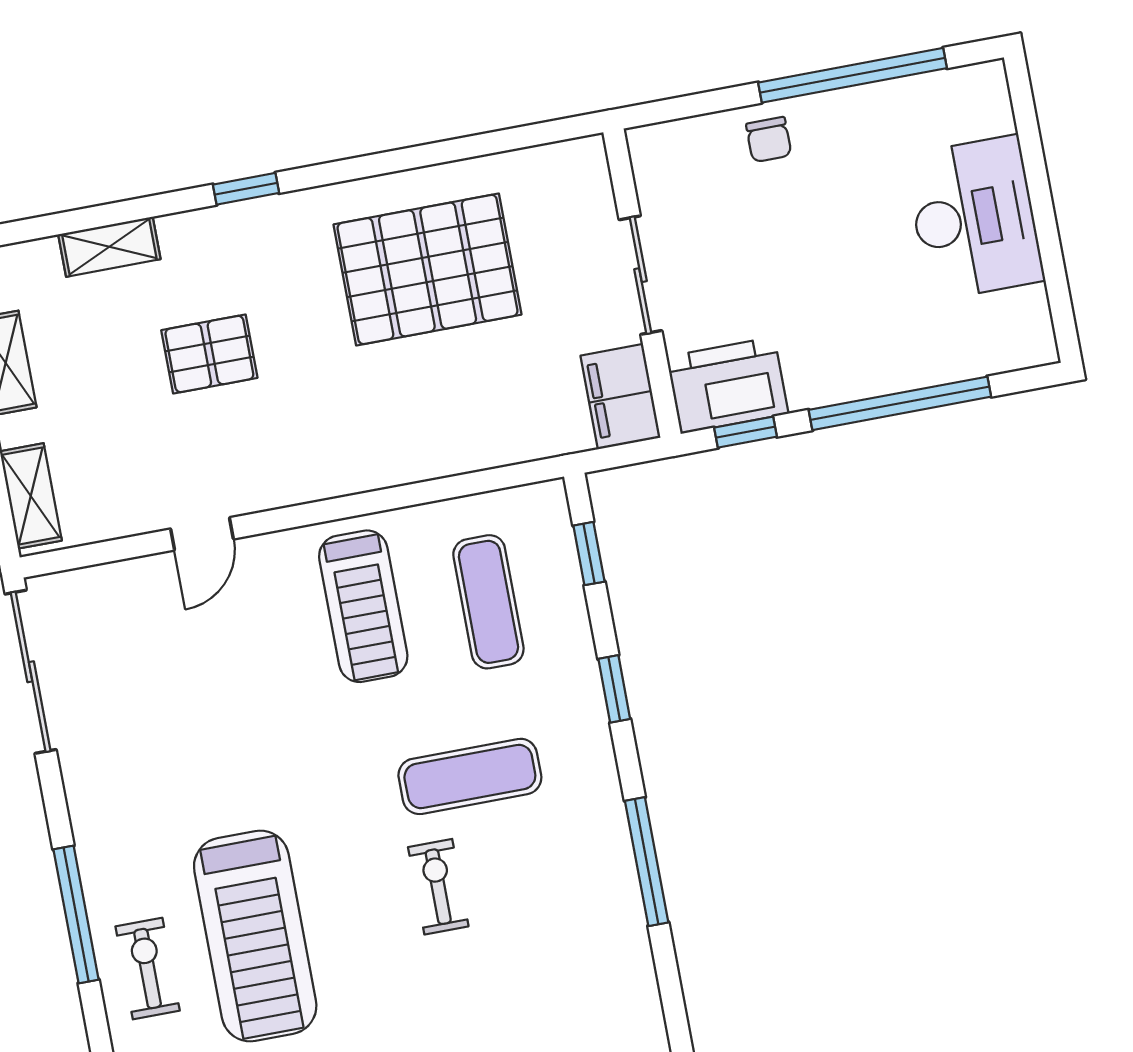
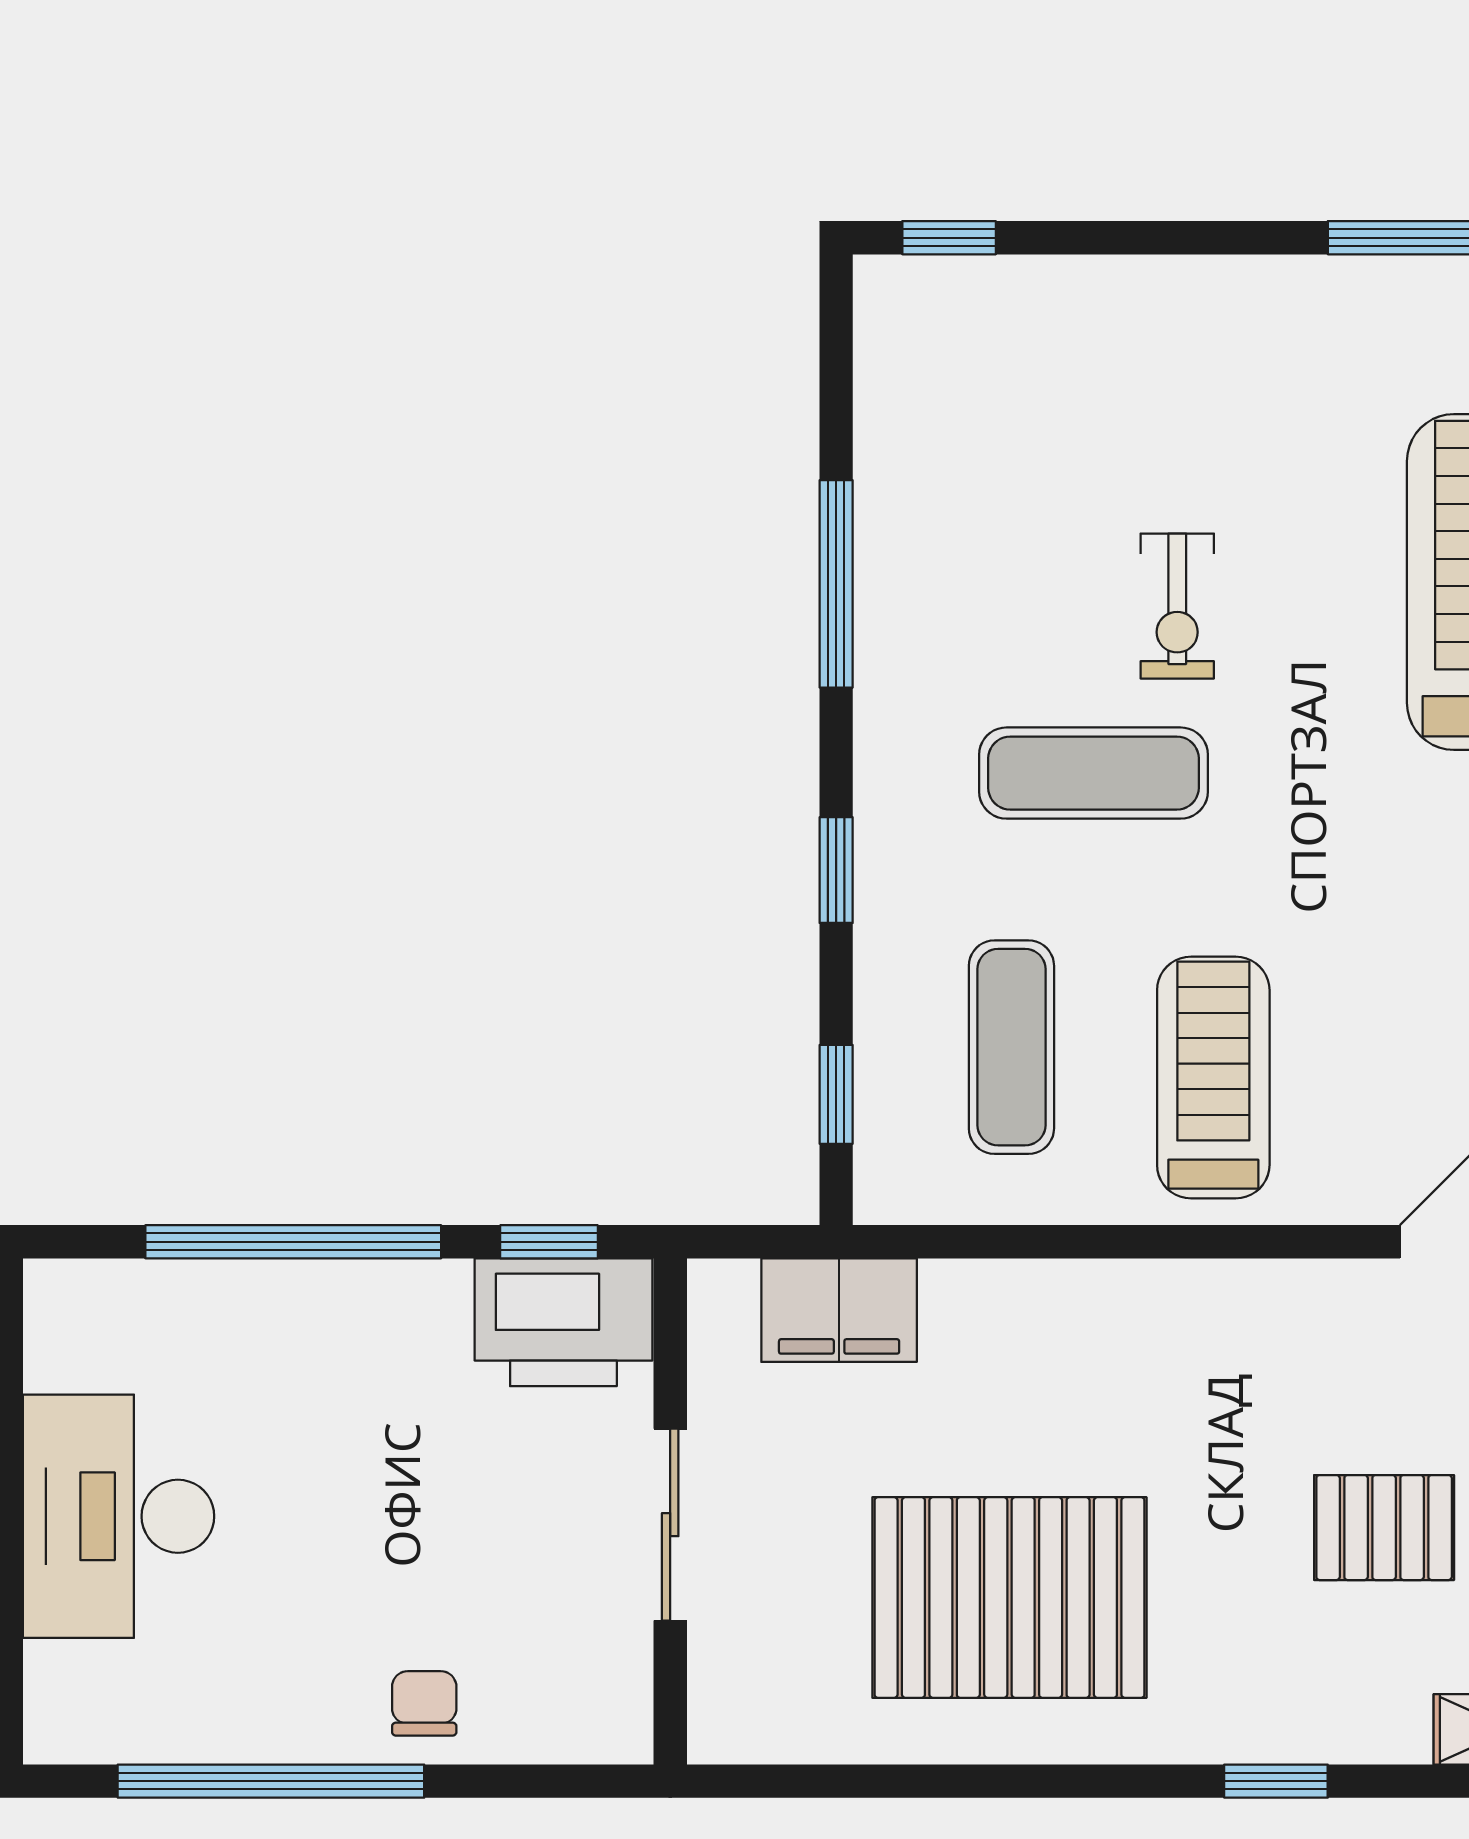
filing cabinet: (620, 397) -> (839, 1310), moved, turned 90

